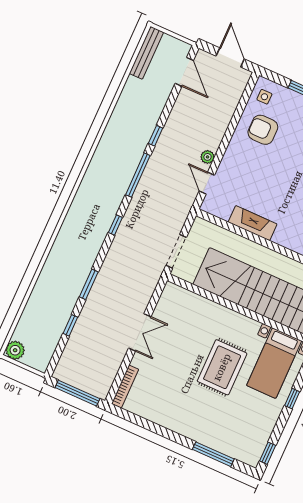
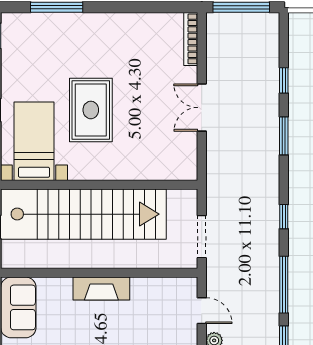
fireplace: (253, 223) -> (101, 289), moved
doorway: (176, 251) -> (202, 237), moved

